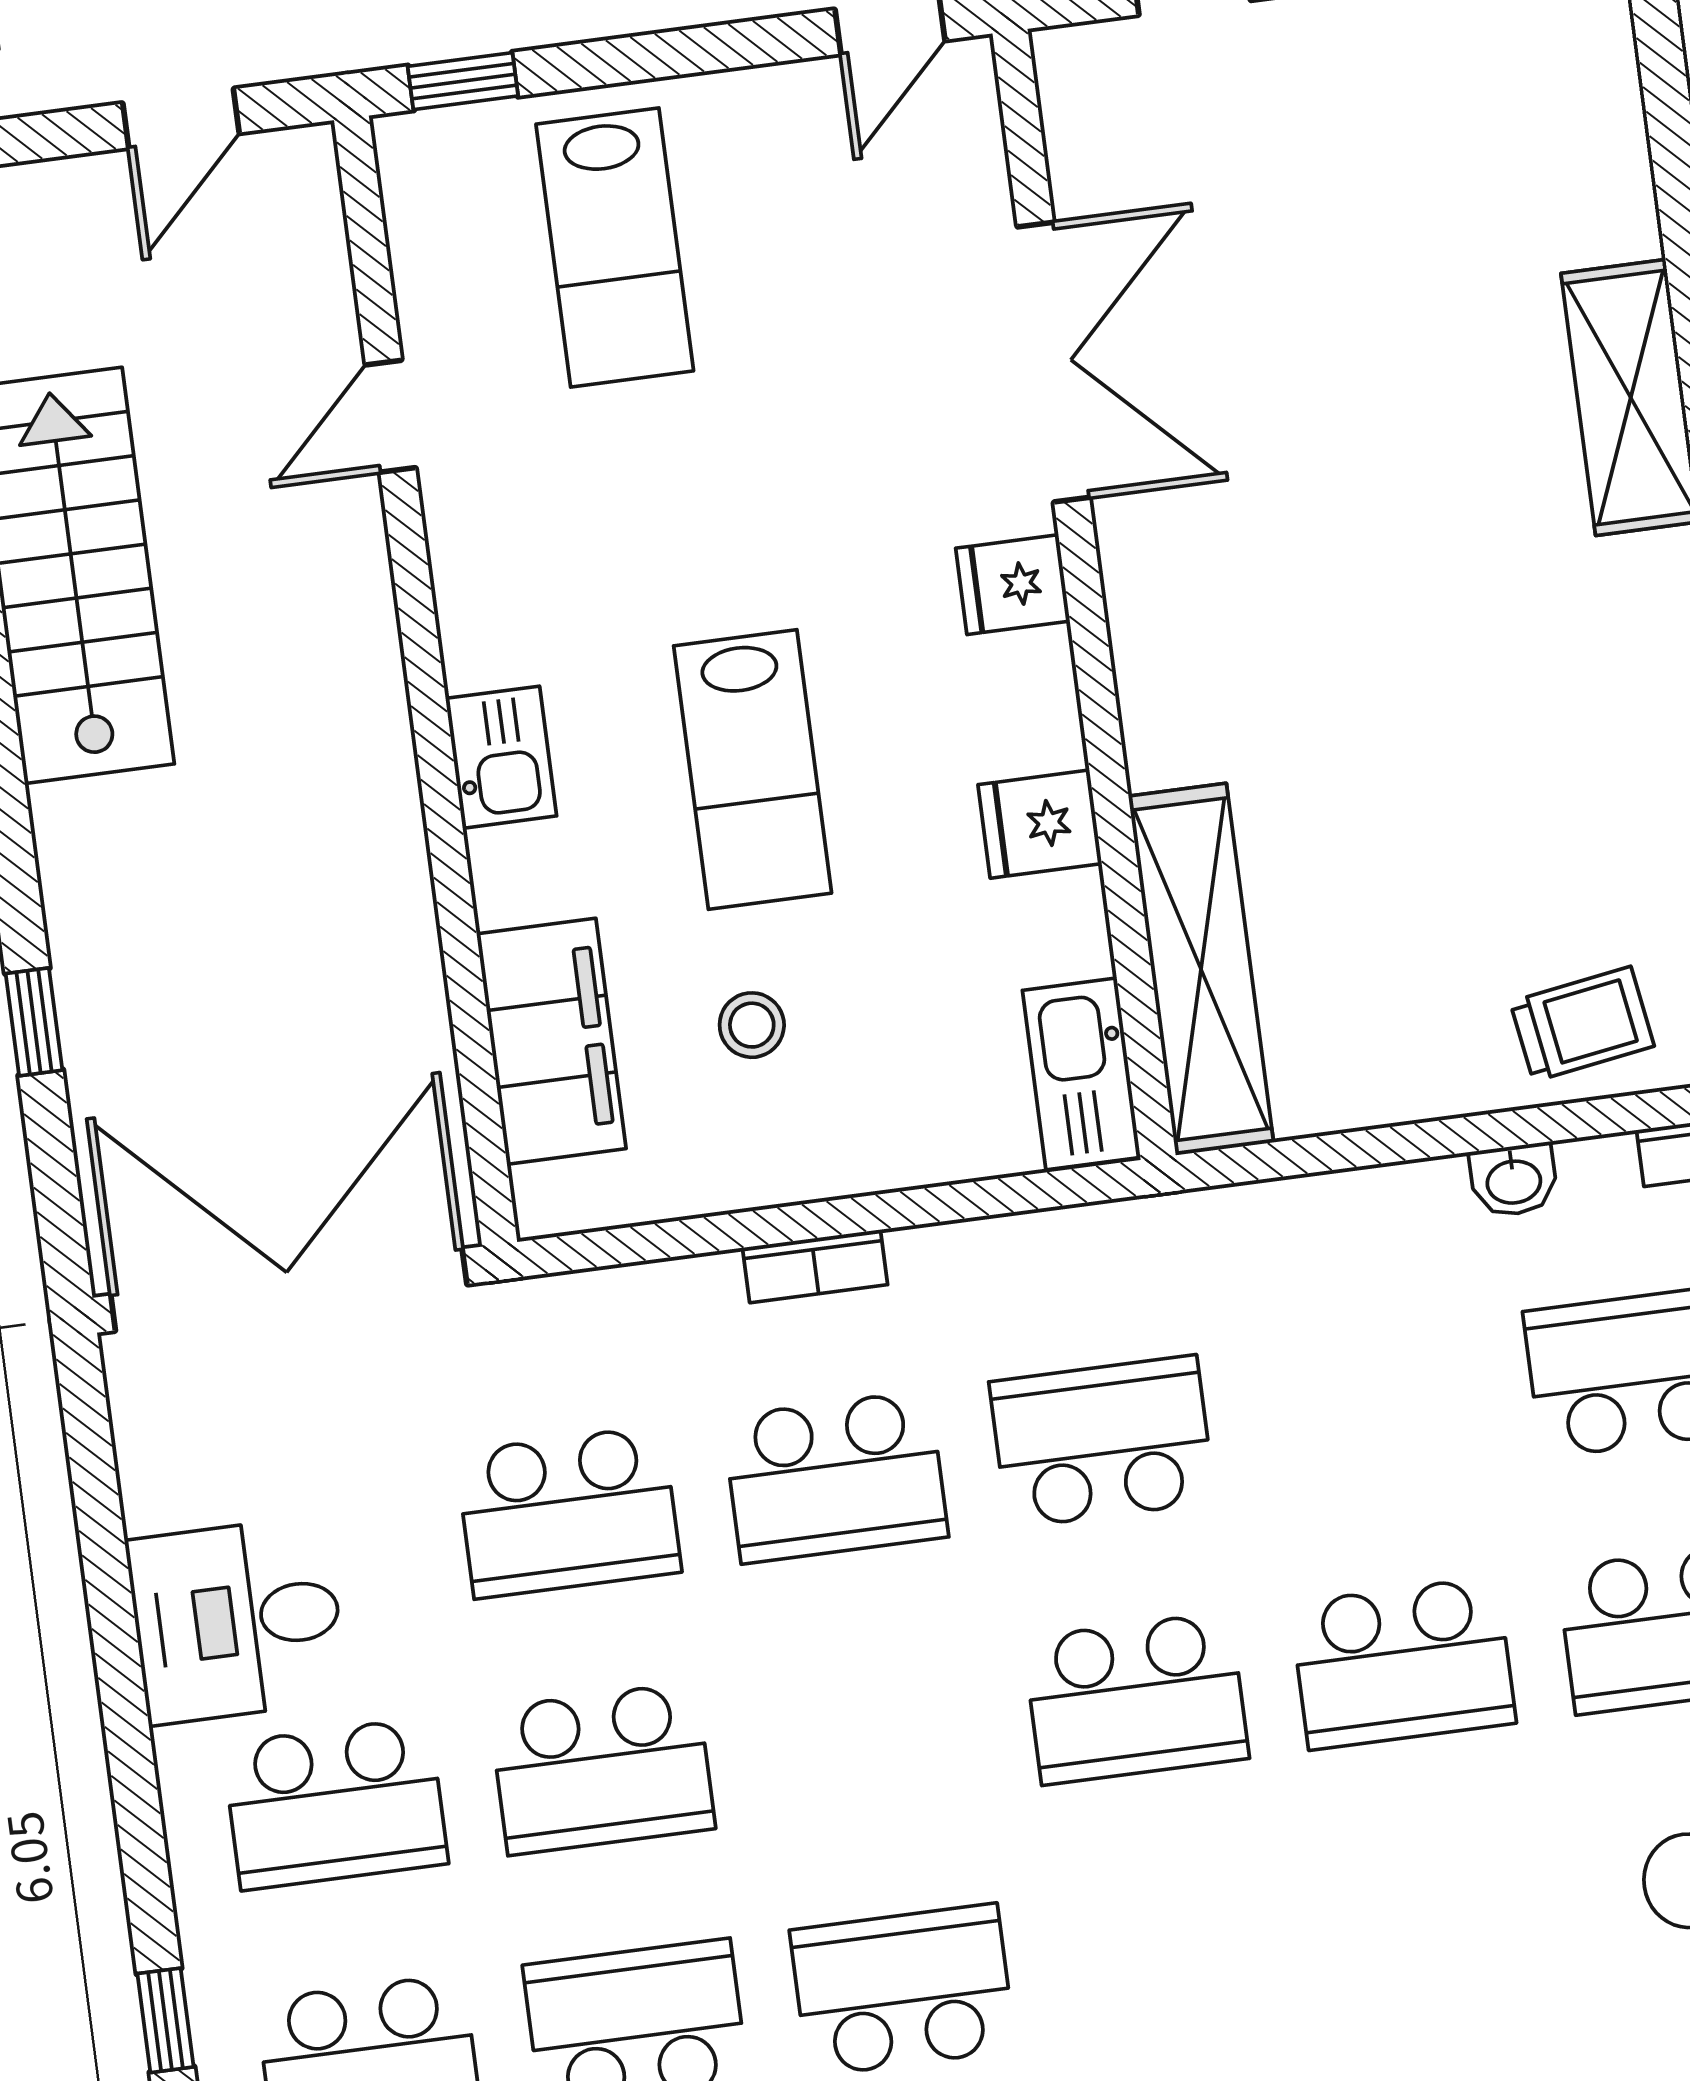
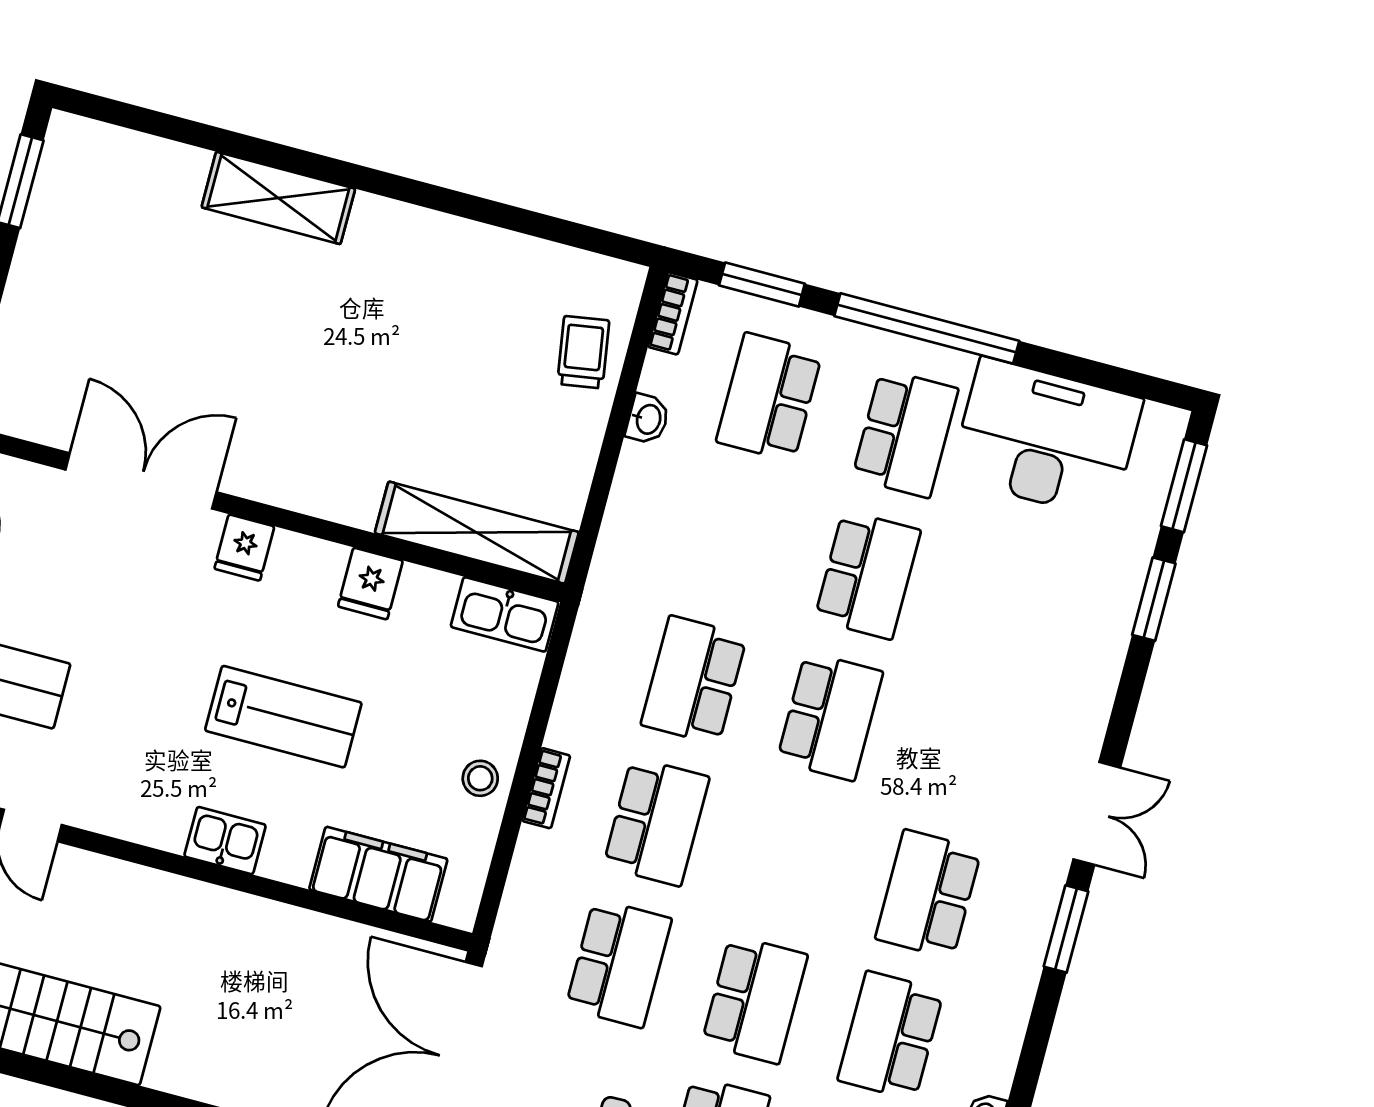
stool: (752, 1025) -> (480, 778), moved

